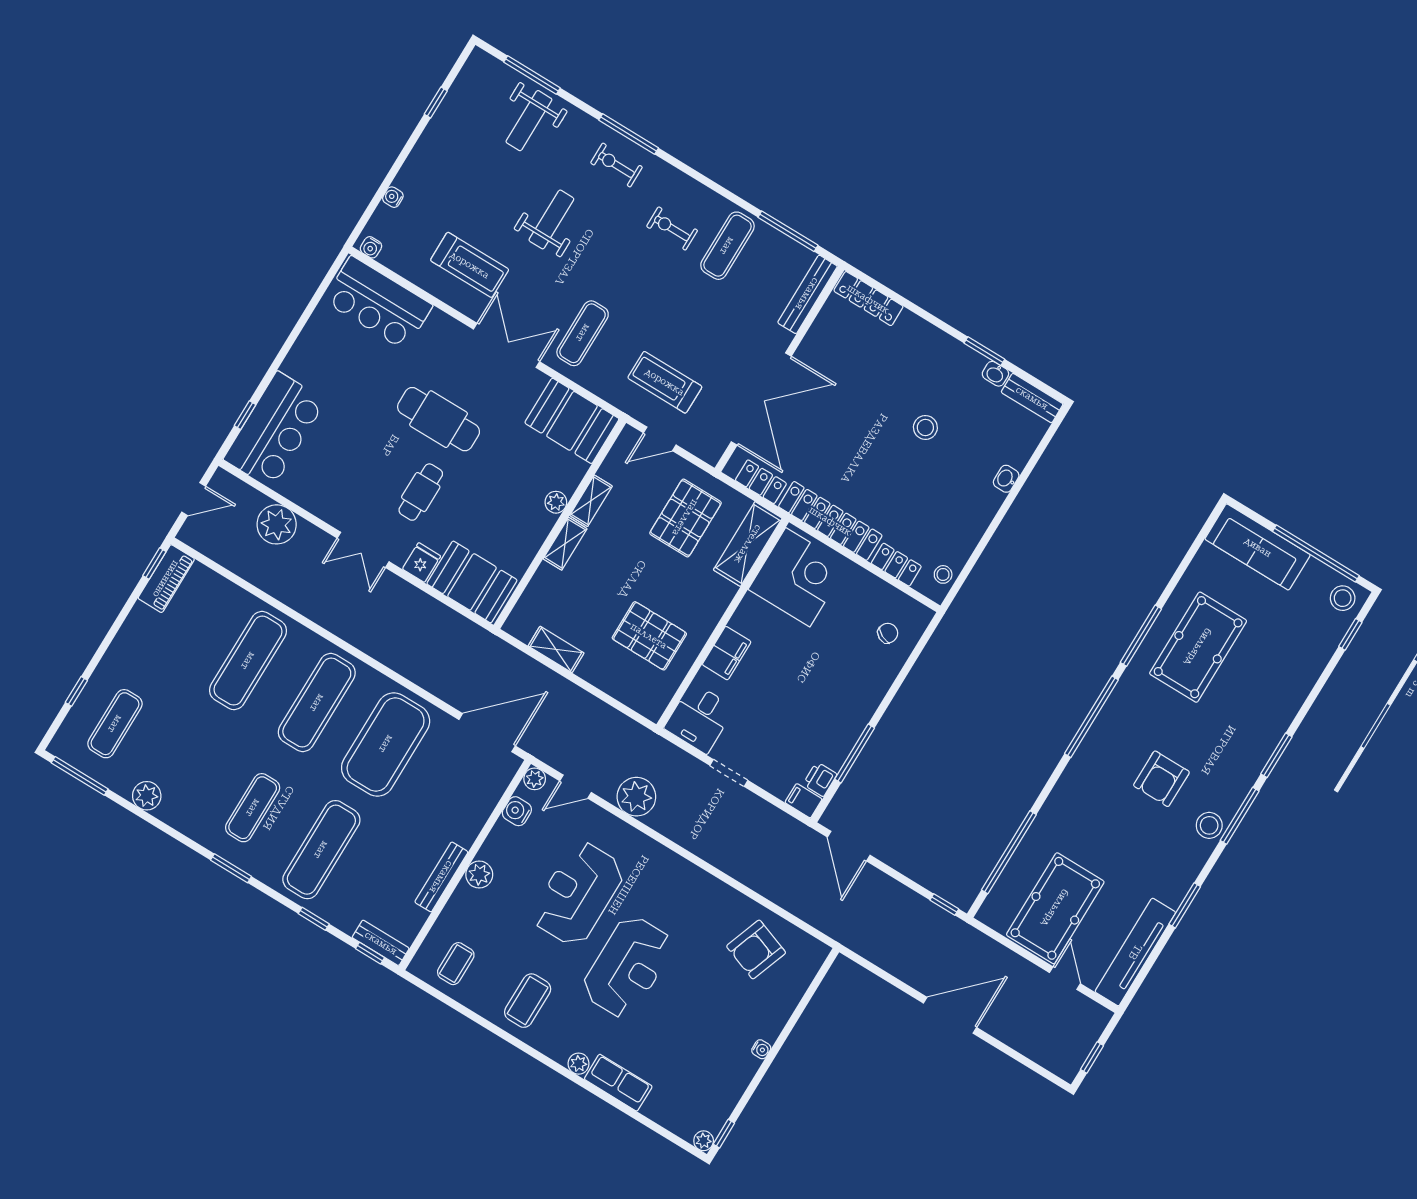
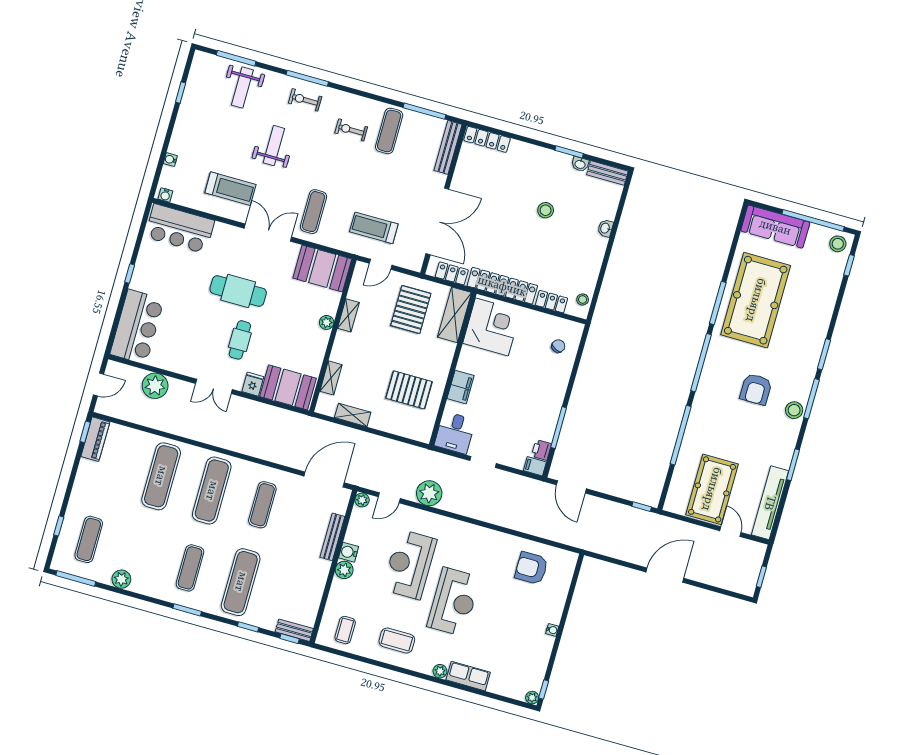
window: (245, 415) -> (130, 274), moved
shelving: (565, 544) -> (331, 378), moved
pool table: (1198, 647) -> (756, 300), width x1.36, depth x1.32
exercise mat: (386, 744) -> (262, 505), width x0.50, depth x0.69
water cooler: (517, 811) -> (349, 552), moved
window: (1009, 852) -> (681, 435), moved
bench: (441, 877) -> (332, 537), moved
armchair: (756, 949) -> (531, 568), turned 70
coffee table: (528, 1001) -> (397, 641), turned 90

